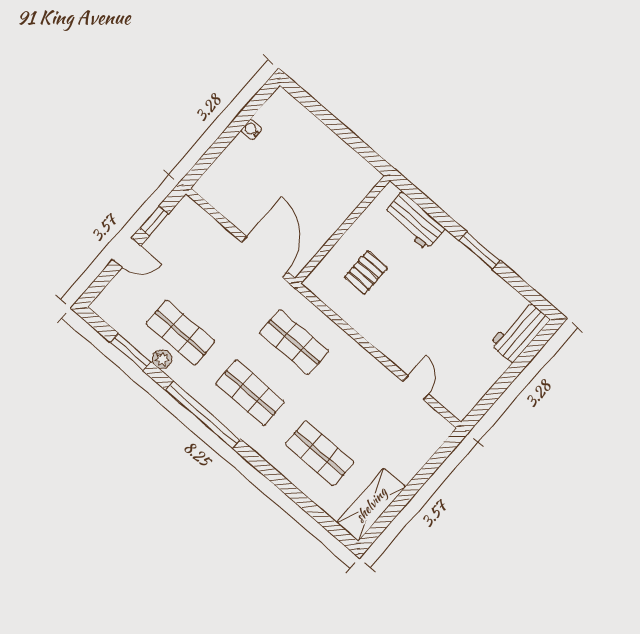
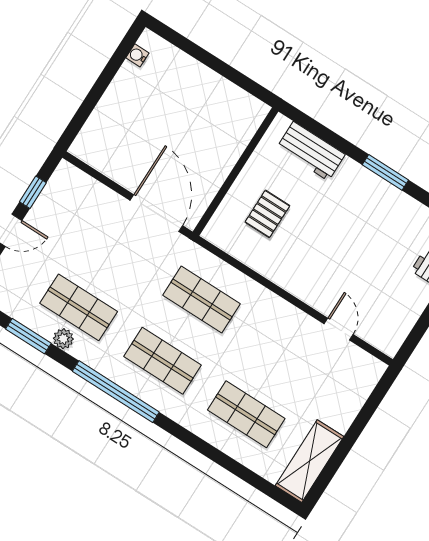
water cooler: (251, 130) -> (137, 55), moved

